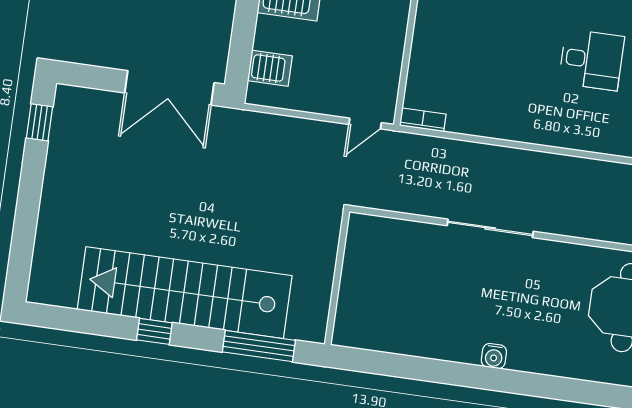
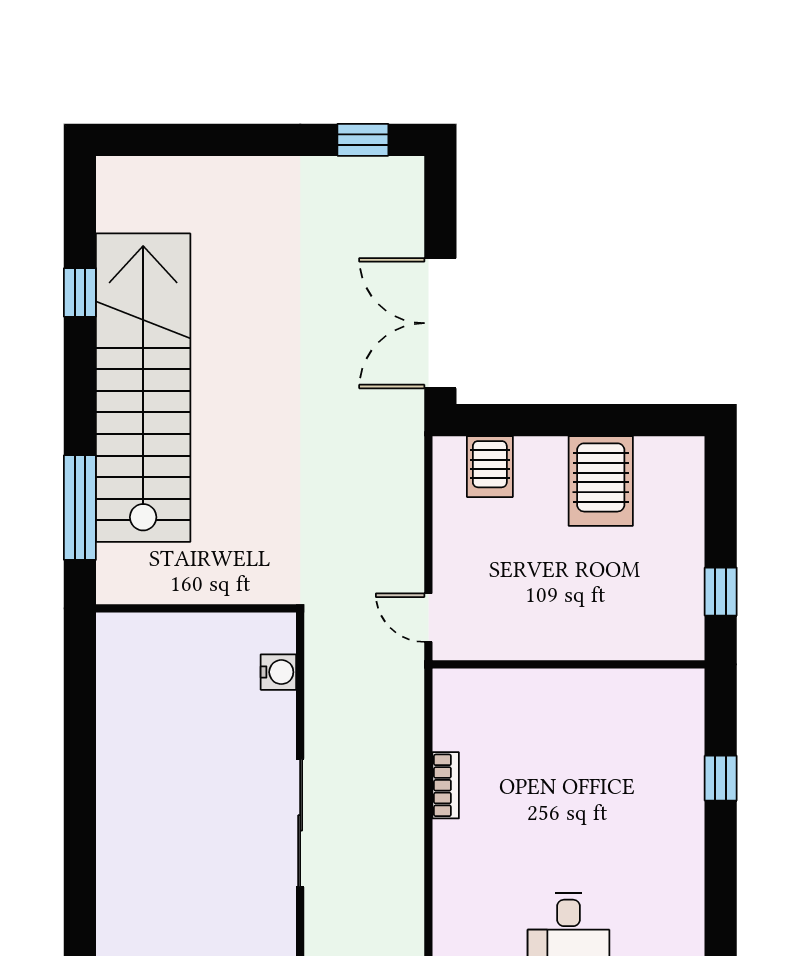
bookcase: (423, 120) -> (446, 785), moved
window: (154, 331) -> (80, 292), moved
water cooler: (494, 356) -> (278, 672), moved, turned 180

